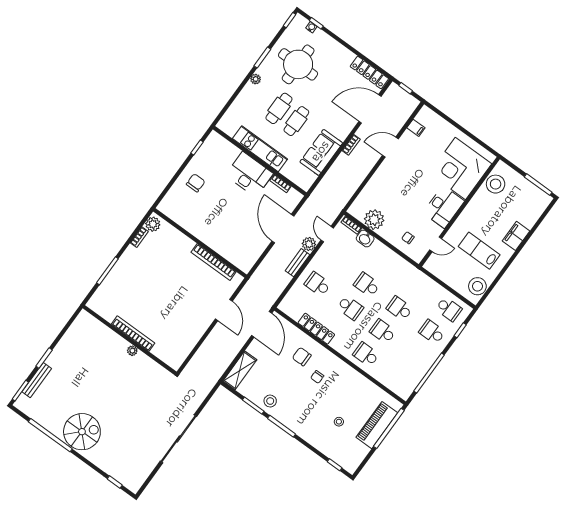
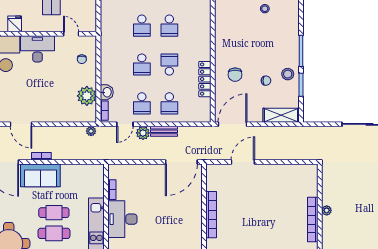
sofa: (321, 152) -> (40, 175), moved
plant: (342, 202) -> (91, 131), added
fridge: (478, 203) -> (15, 24), added
door: (283, 229) -> (181, 162), moved
bookcase: (214, 262) -> (211, 215), moved
school desk: (366, 354) -> (142, 103), moved
chair: (317, 377) -> (266, 81), moved

